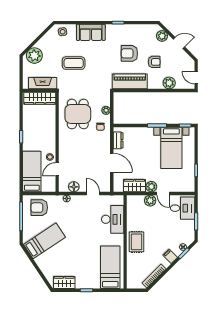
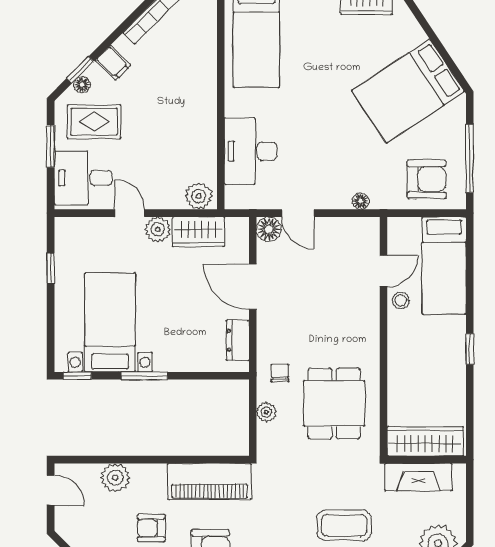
floor lamp: (74, 187) -> (269, 229), moved
plant: (150, 201) -> (199, 196), moved
bed: (44, 241) -> (408, 91), width x1.50
rug: (136, 242) -> (94, 122), moved, turned 90

